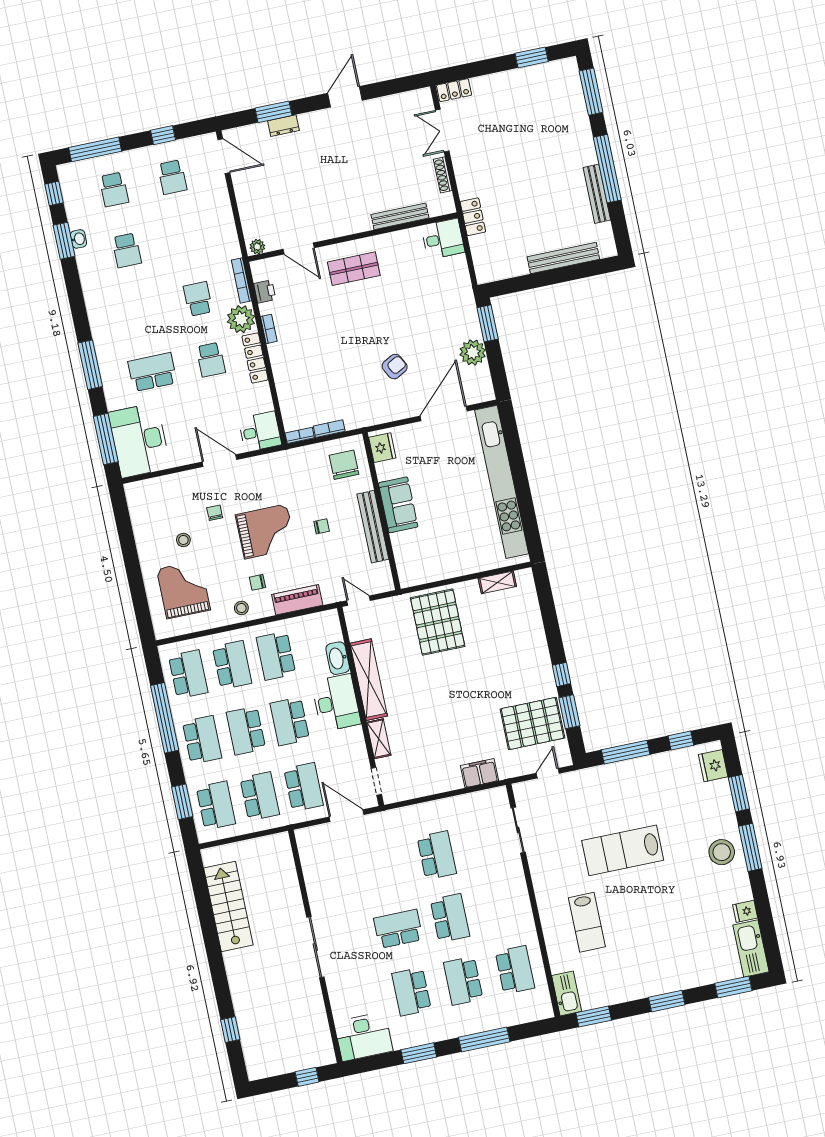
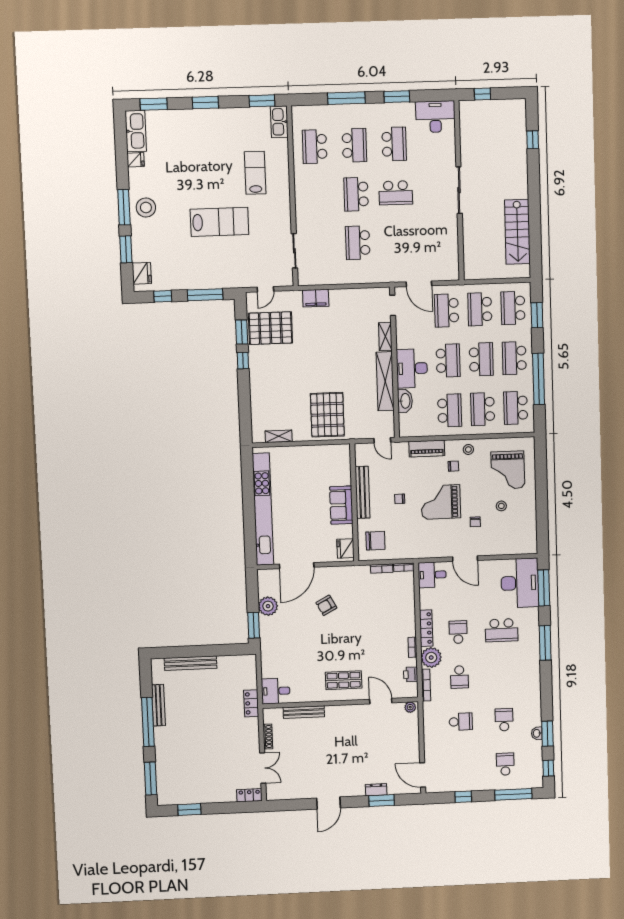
school desk: (172, 177) -> (461, 722), moved, turned 90
chair: (344, 465) -> (375, 541), turned -90

